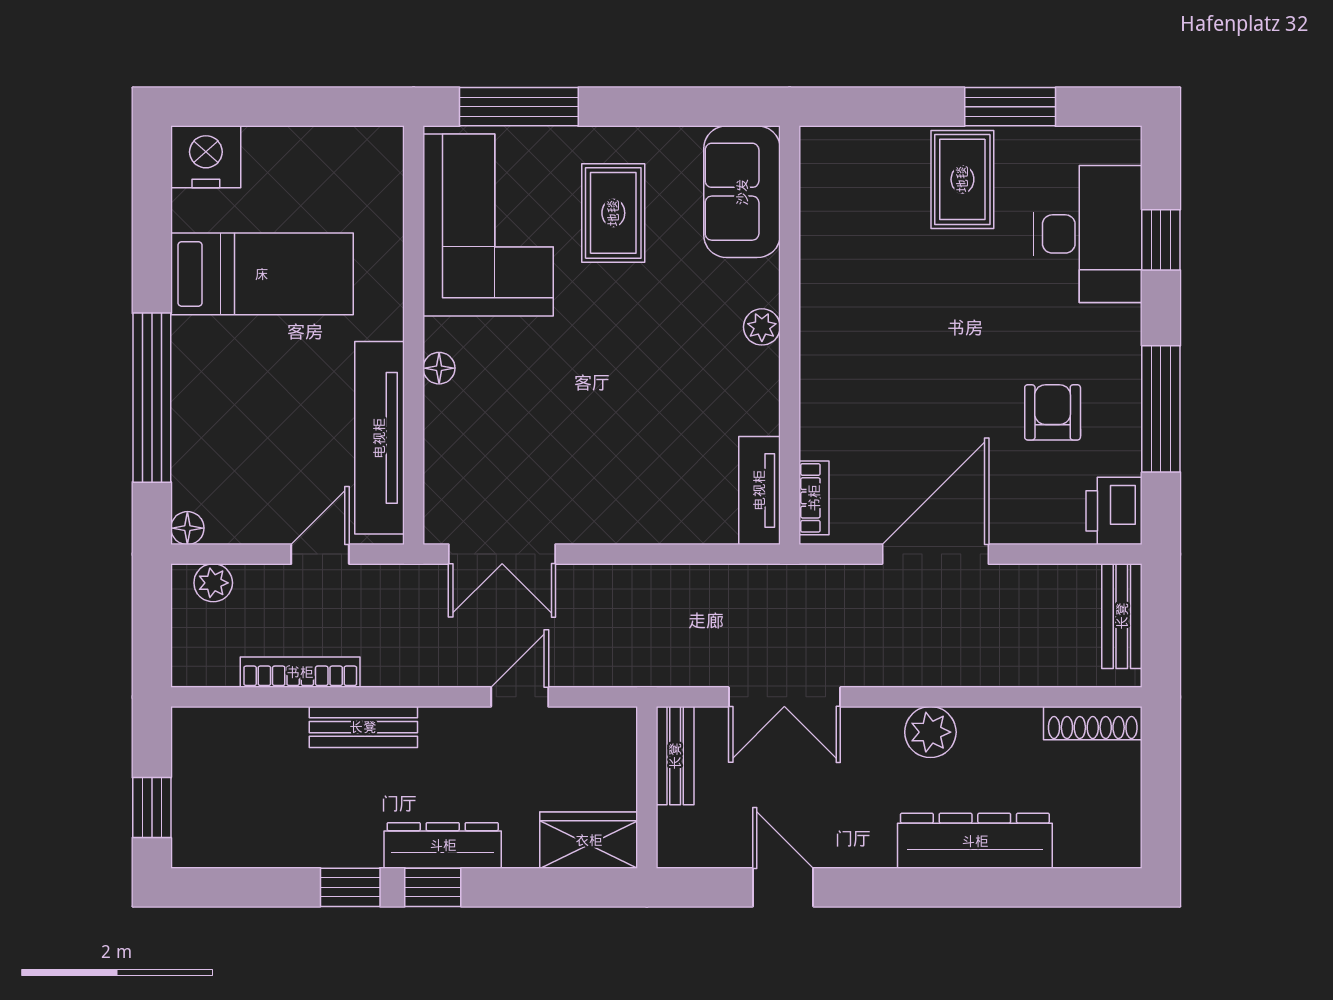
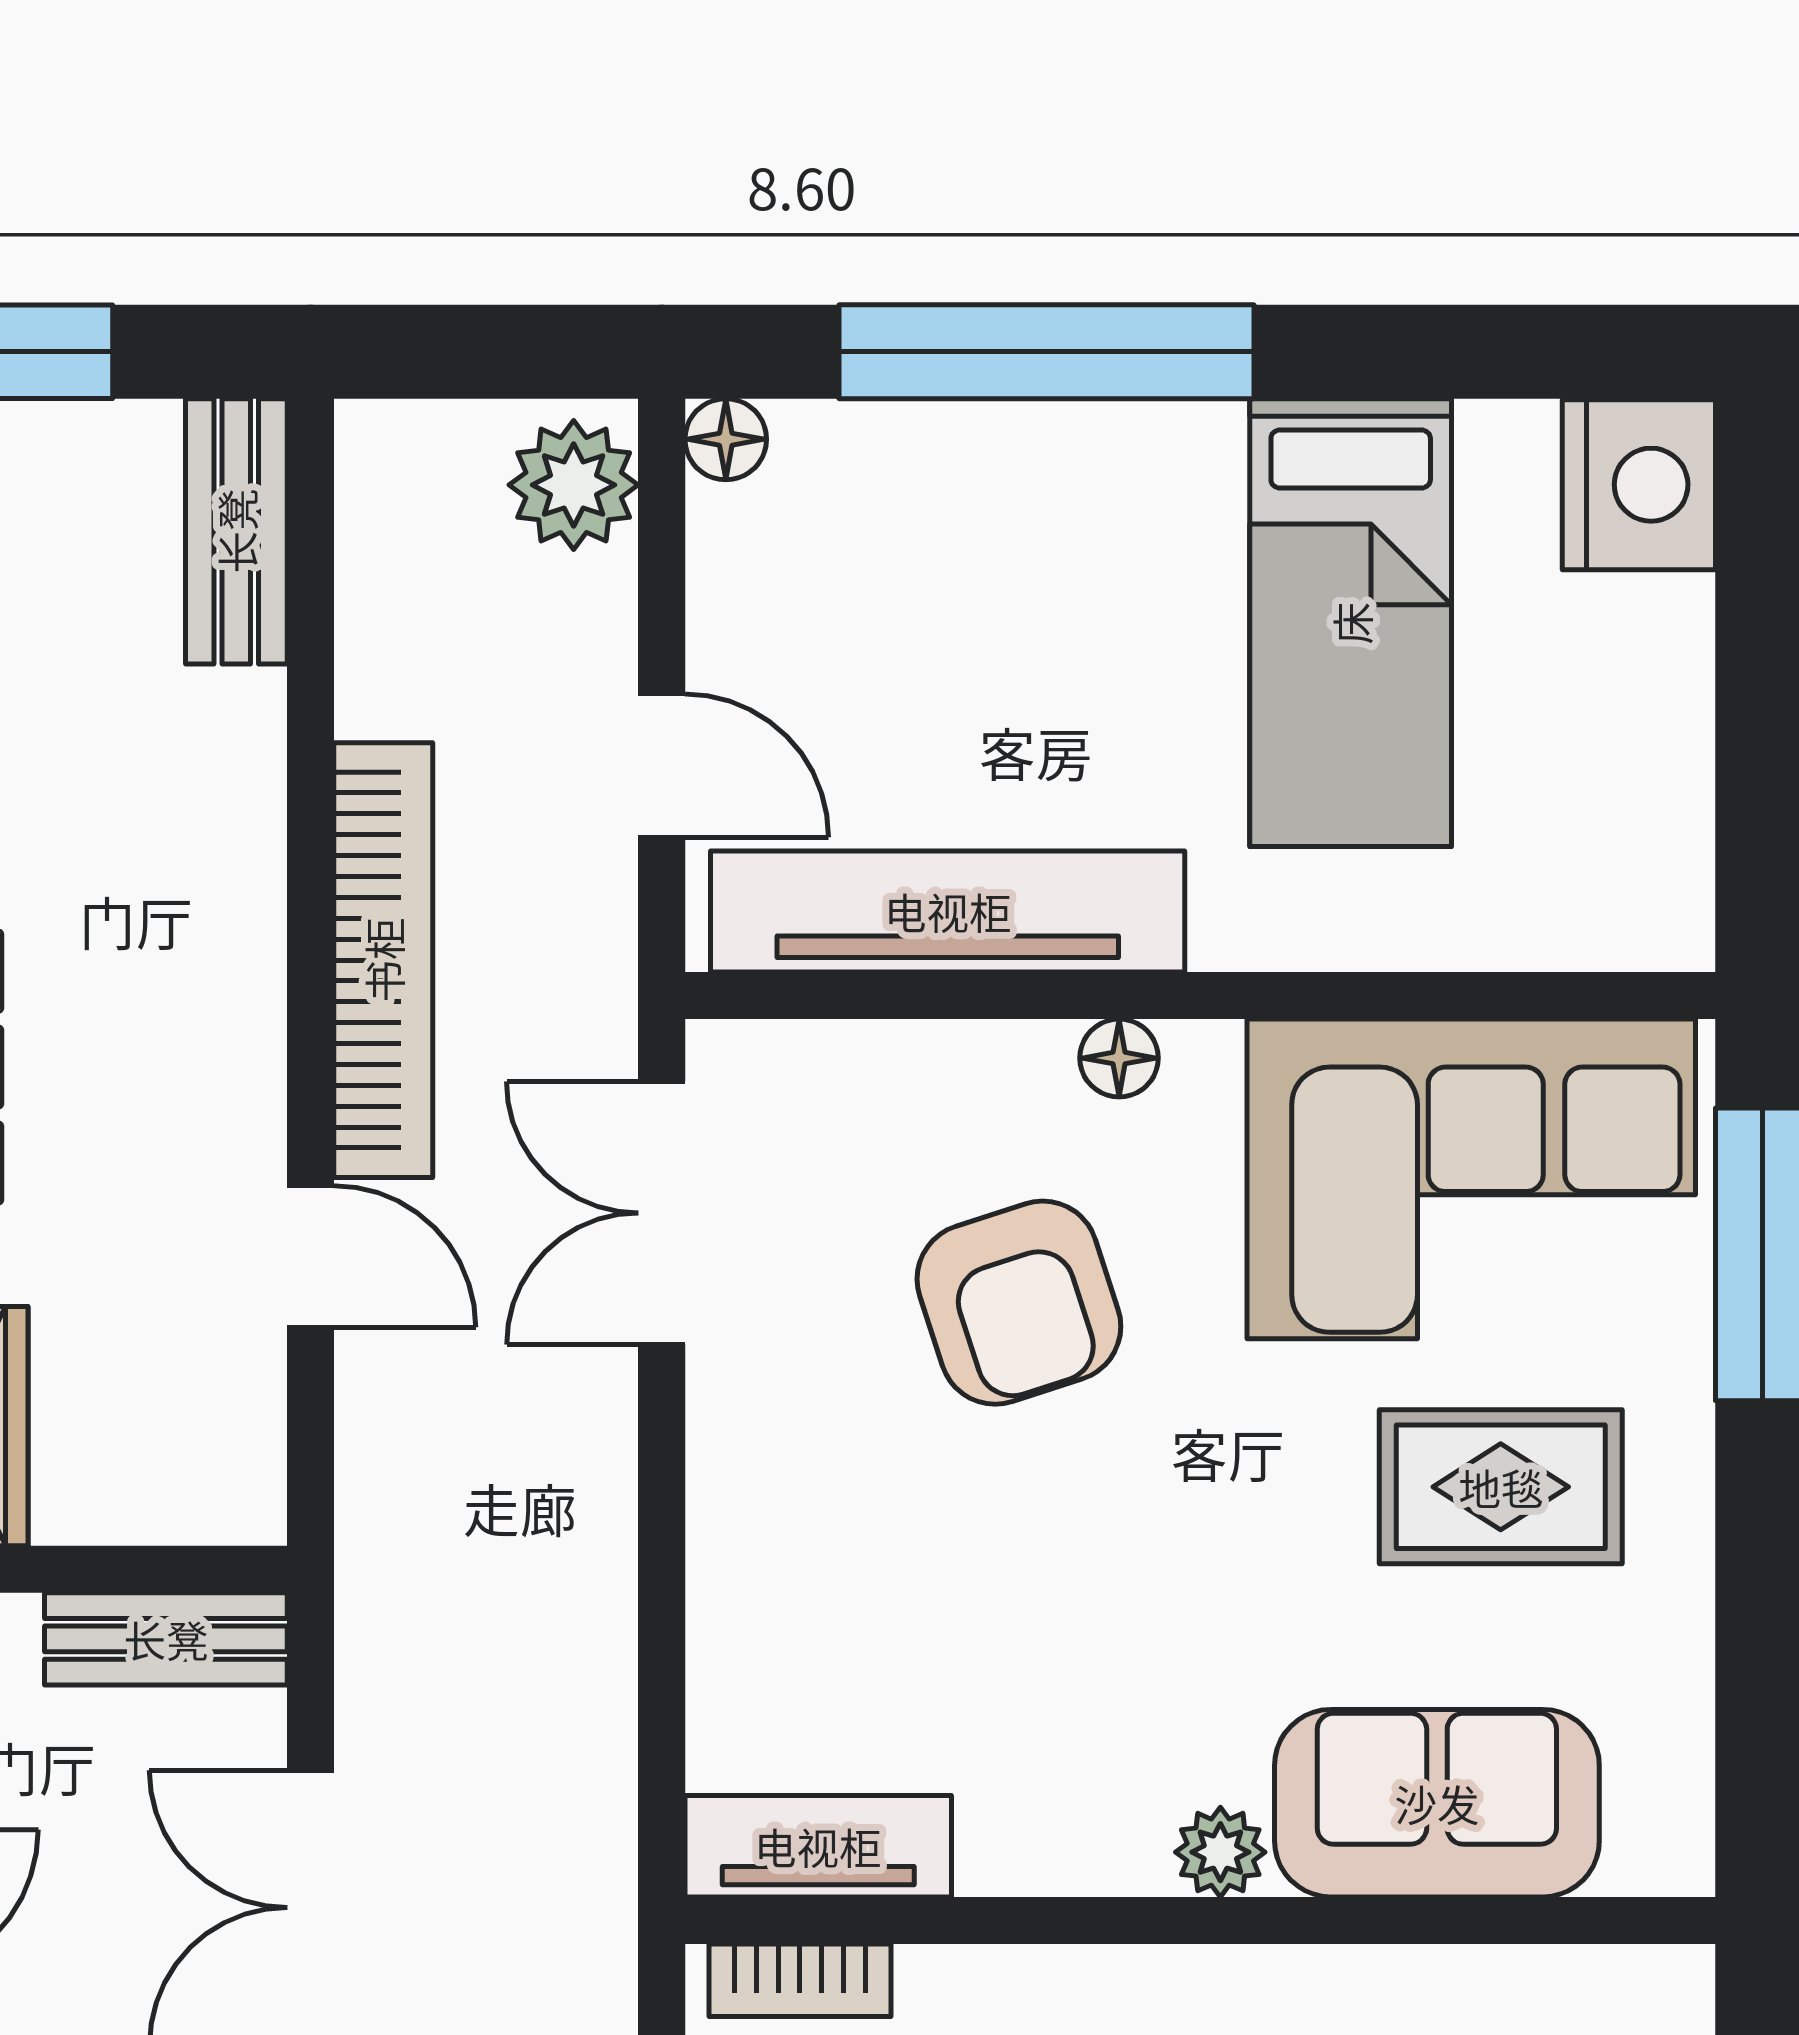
sofa: (742, 192) -> (1437, 1803), moved
armchair: (538, 409) -> (1019, 1303), added
plant: (213, 583) -> (574, 485), width x1.38, depth x1.38
bookcase: (300, 672) -> (383, 960), moved, width x1.48, depth x1.31
bench: (363, 727) -> (236, 531), moved

